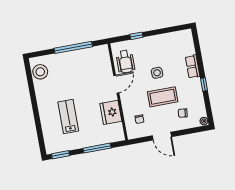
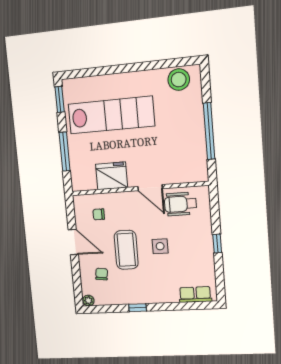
window: (136, 36) -> (217, 244), moved
row of seats: (193, 67) -> (195, 294), moved
lab bench: (68, 117) -> (111, 115), width x1.86, depth x1.39
door: (162, 136) -> (73, 242), swing flipped

